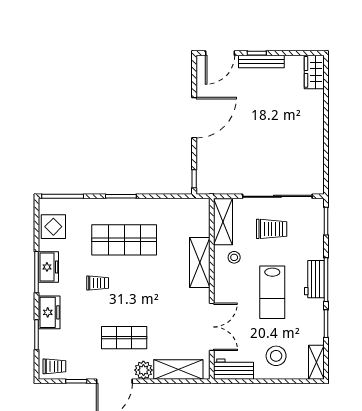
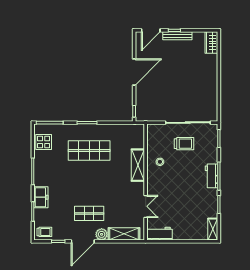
shelving: (223, 222) -> (153, 139), removed
freezer: (48, 267) -> (40, 168), removed
trolley: (98, 283) -> (72, 178), removed
lab bench: (272, 292) -> (184, 184), removed
double door: (212, 327) -> (146, 206), width x0.73
stool: (276, 356) -> (187, 225), removed

